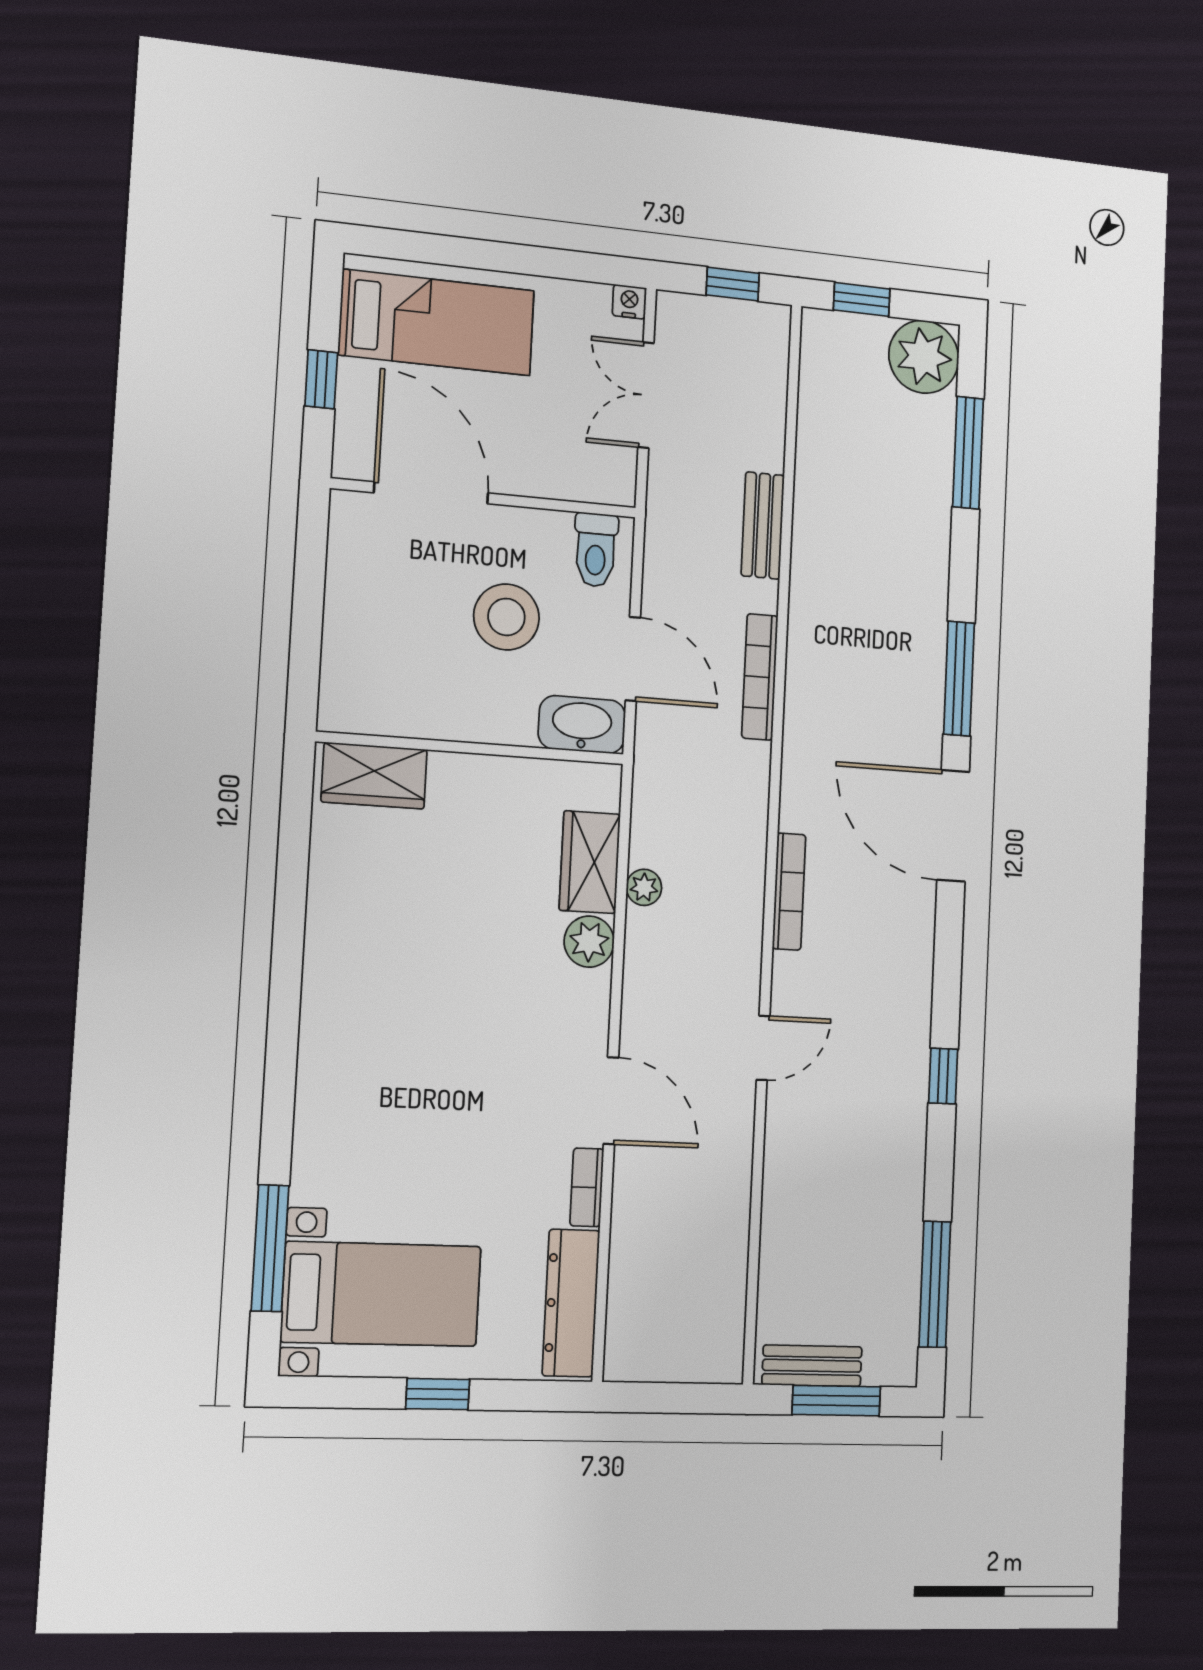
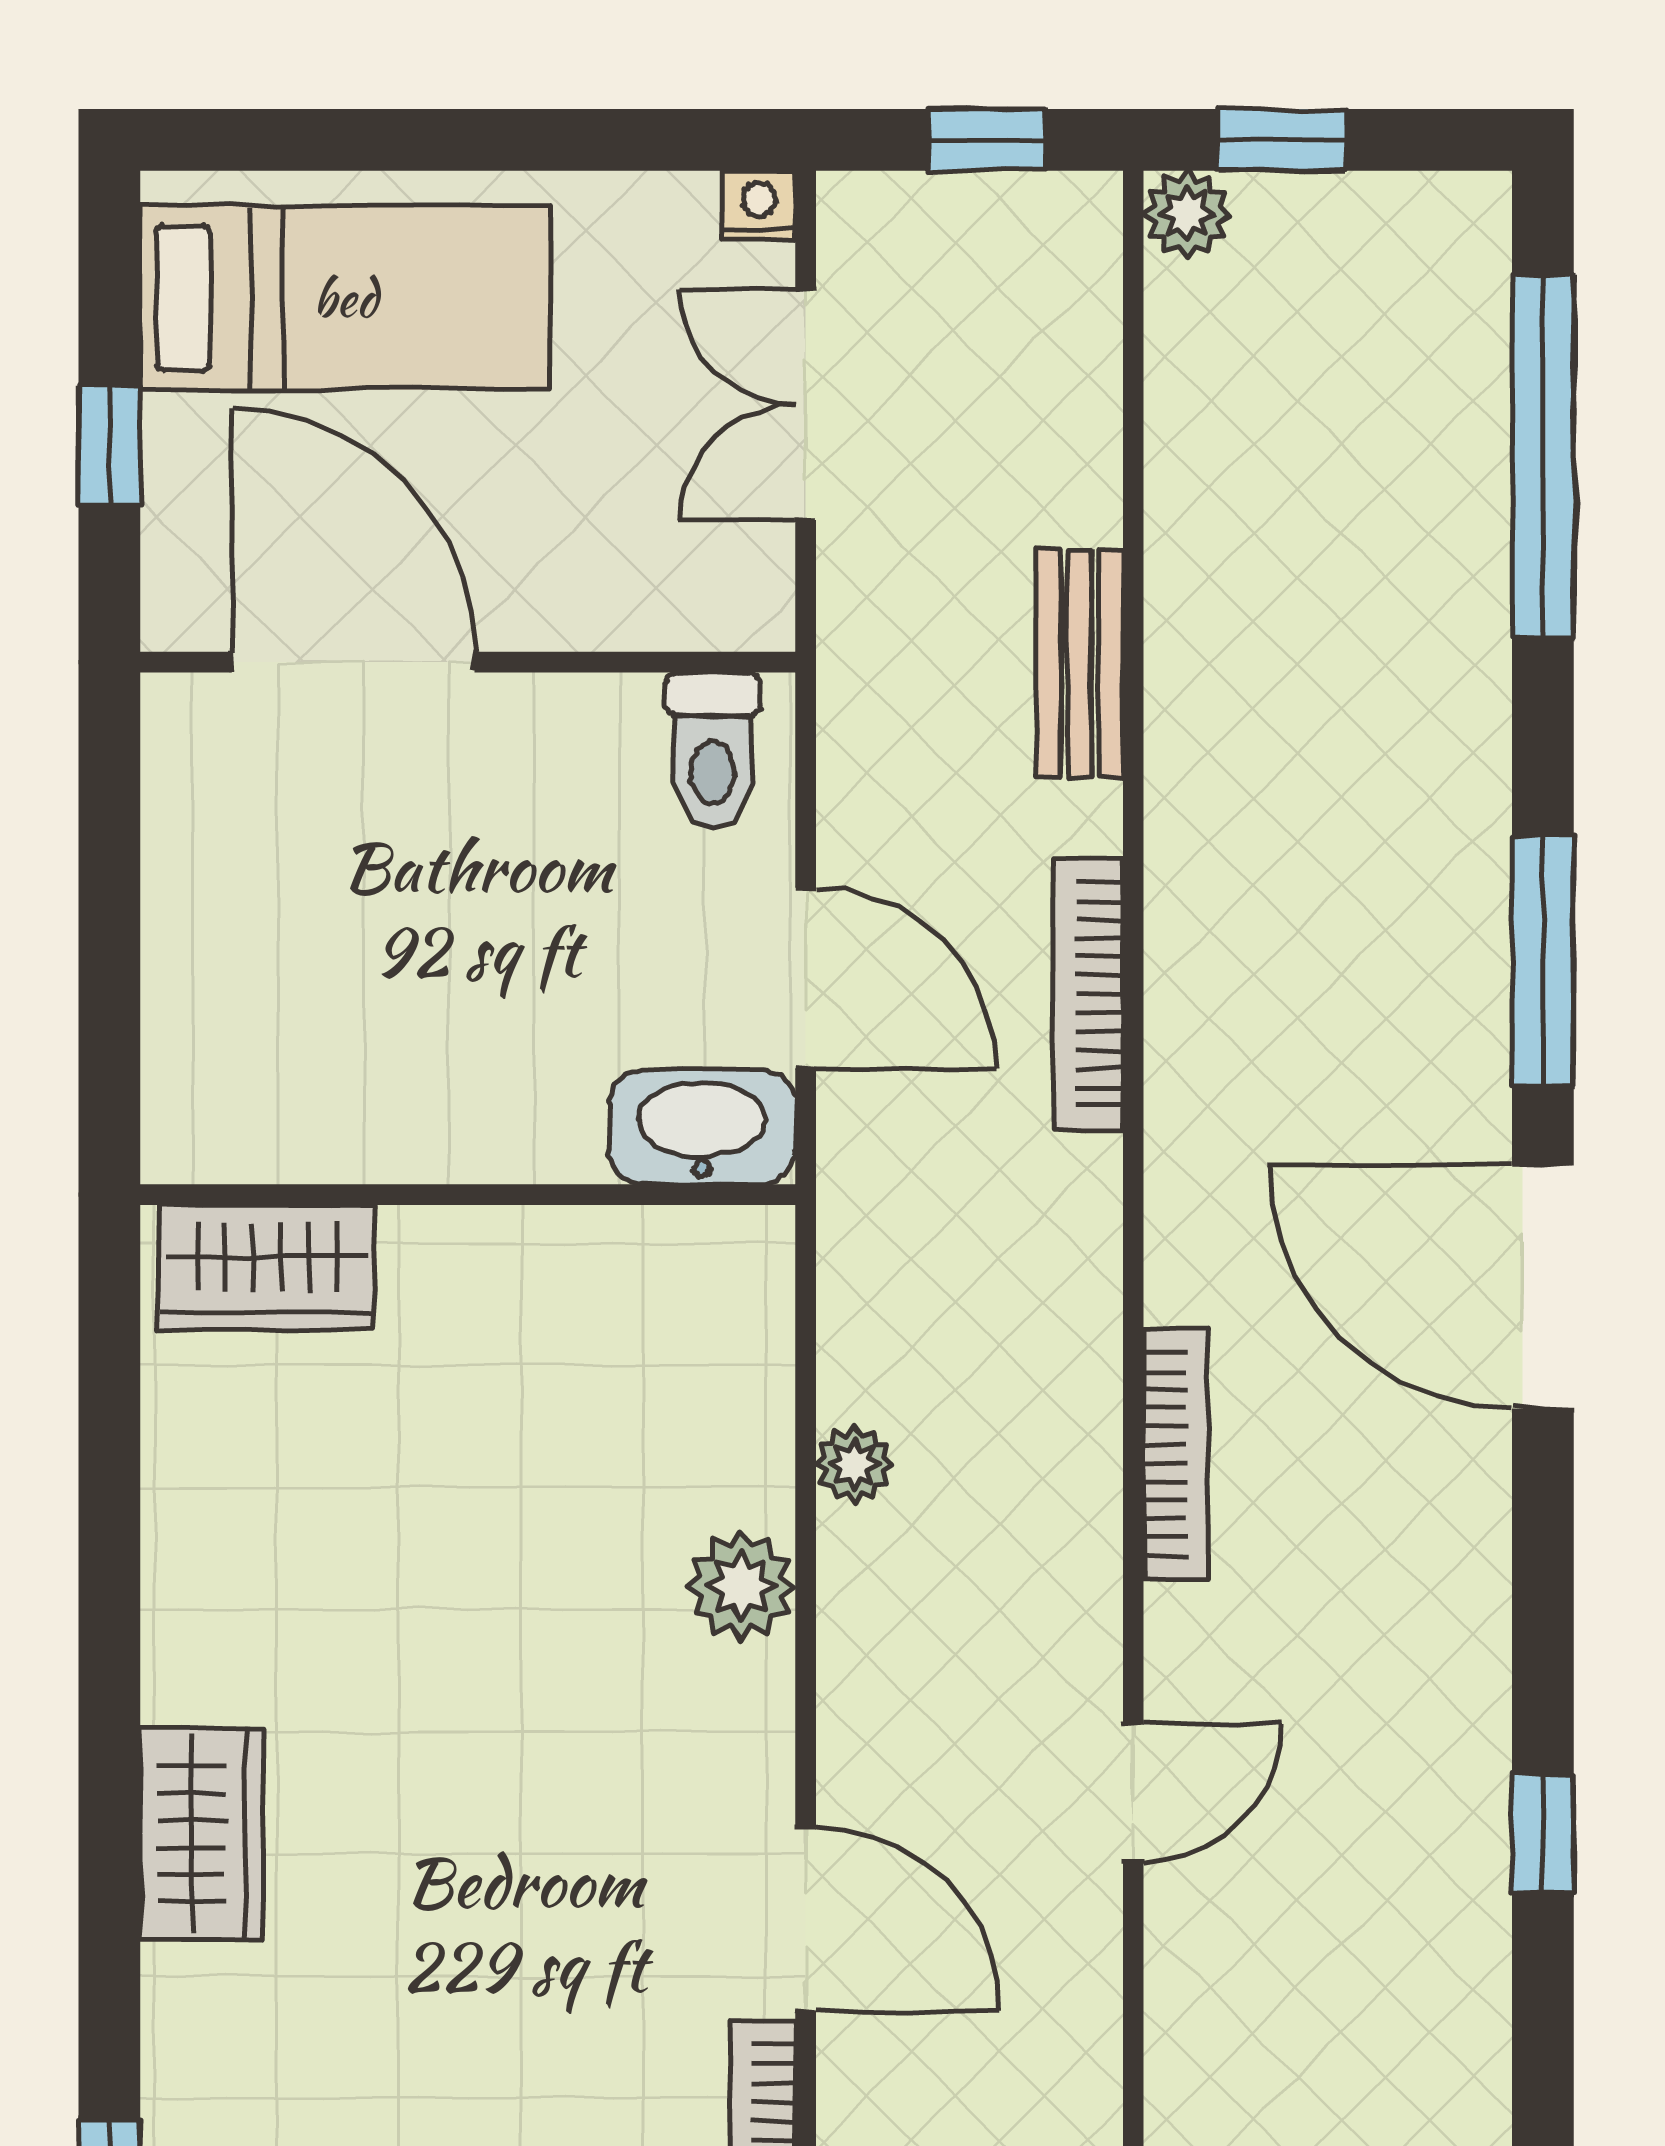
plant: (924, 357) -> (1187, 214), moved, width x0.53, depth x0.53
window: (968, 453) -> (1543, 456), width x1.46
stool: (506, 617) -> (528, 911), removed
wardrobe: (590, 862) -> (201, 1833), moved, turned 180

